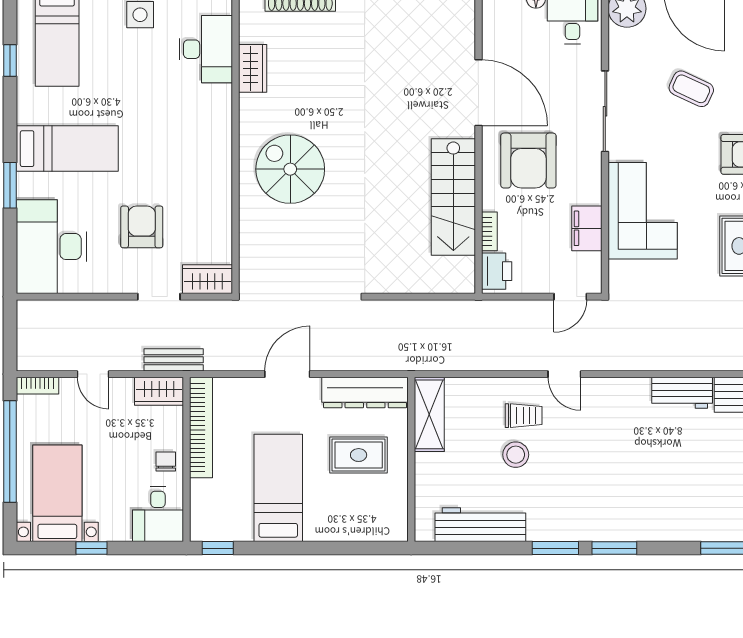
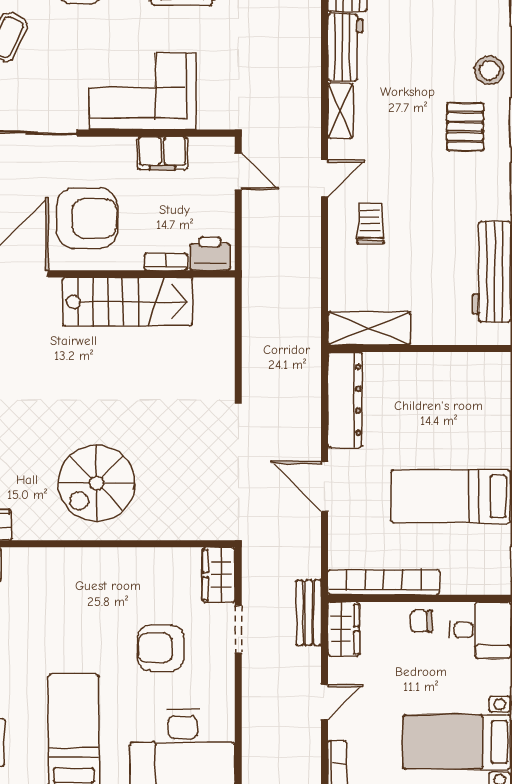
shelving: (625, 388) -> (340, 111), added
rug: (359, 455) -> (414, 407), removed
stool: (516, 455) -> (489, 70), moved
pallet: (611, 501) -> (465, 127), added

